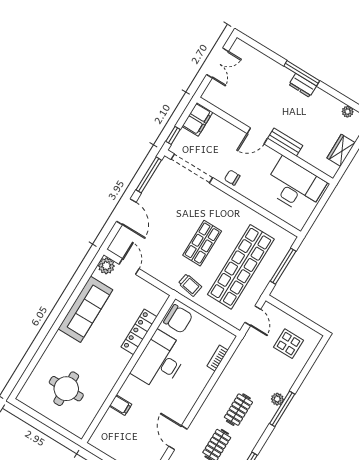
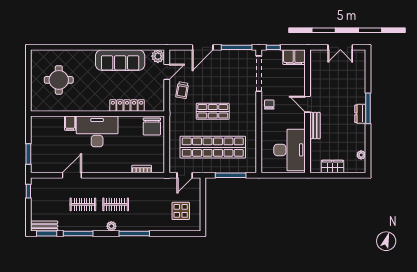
trolley: (190, 285) -> (182, 90), moved
desk: (160, 361) -> (97, 131), moved
plant: (277, 399) -> (111, 226), moved

